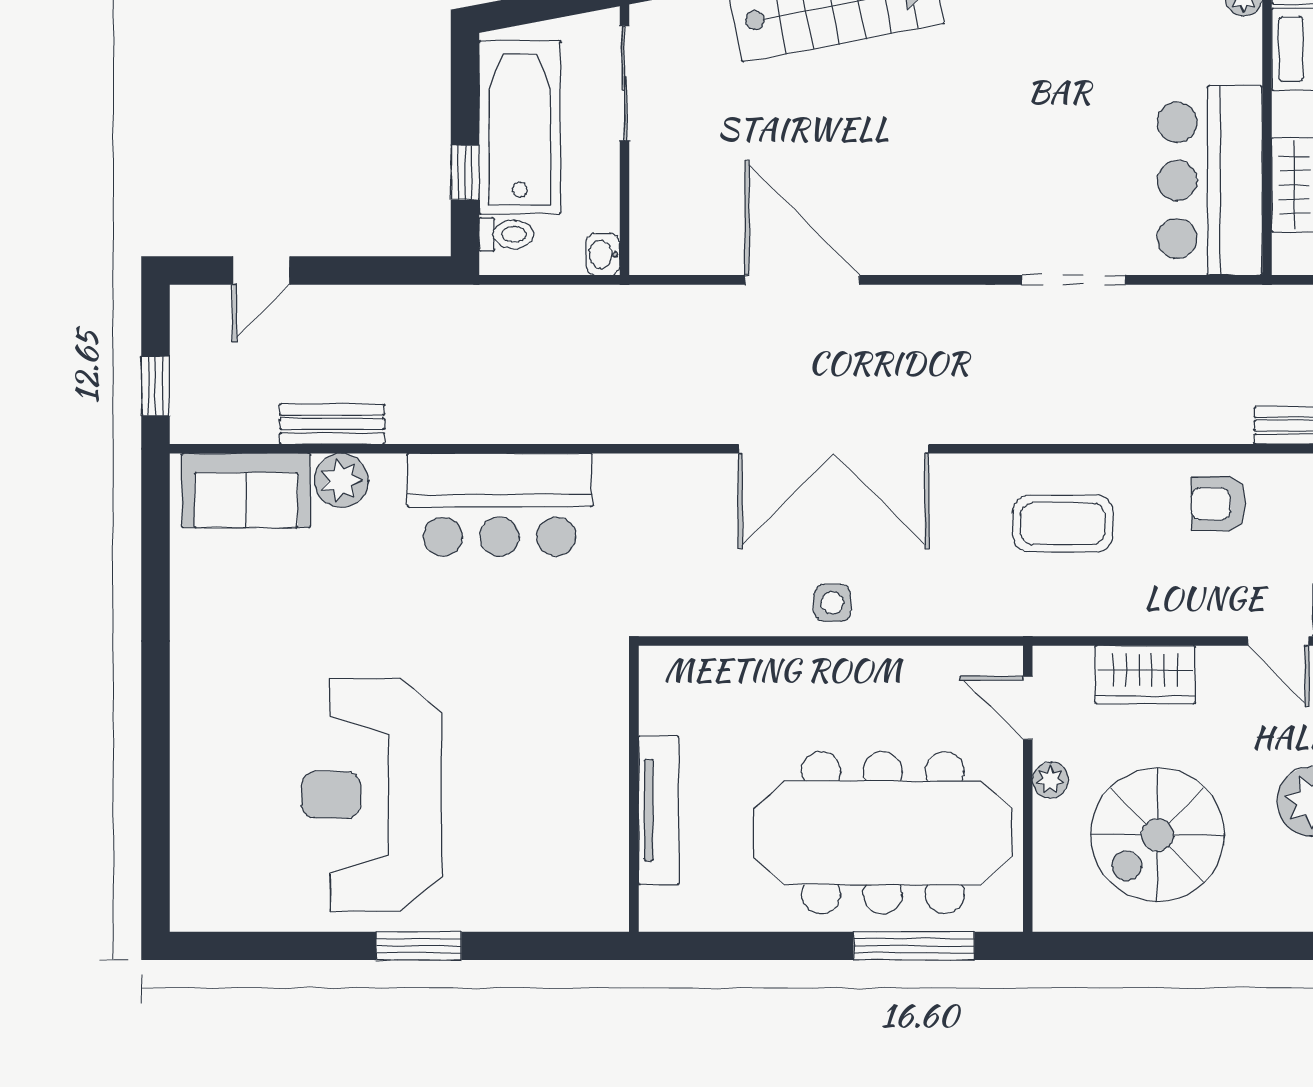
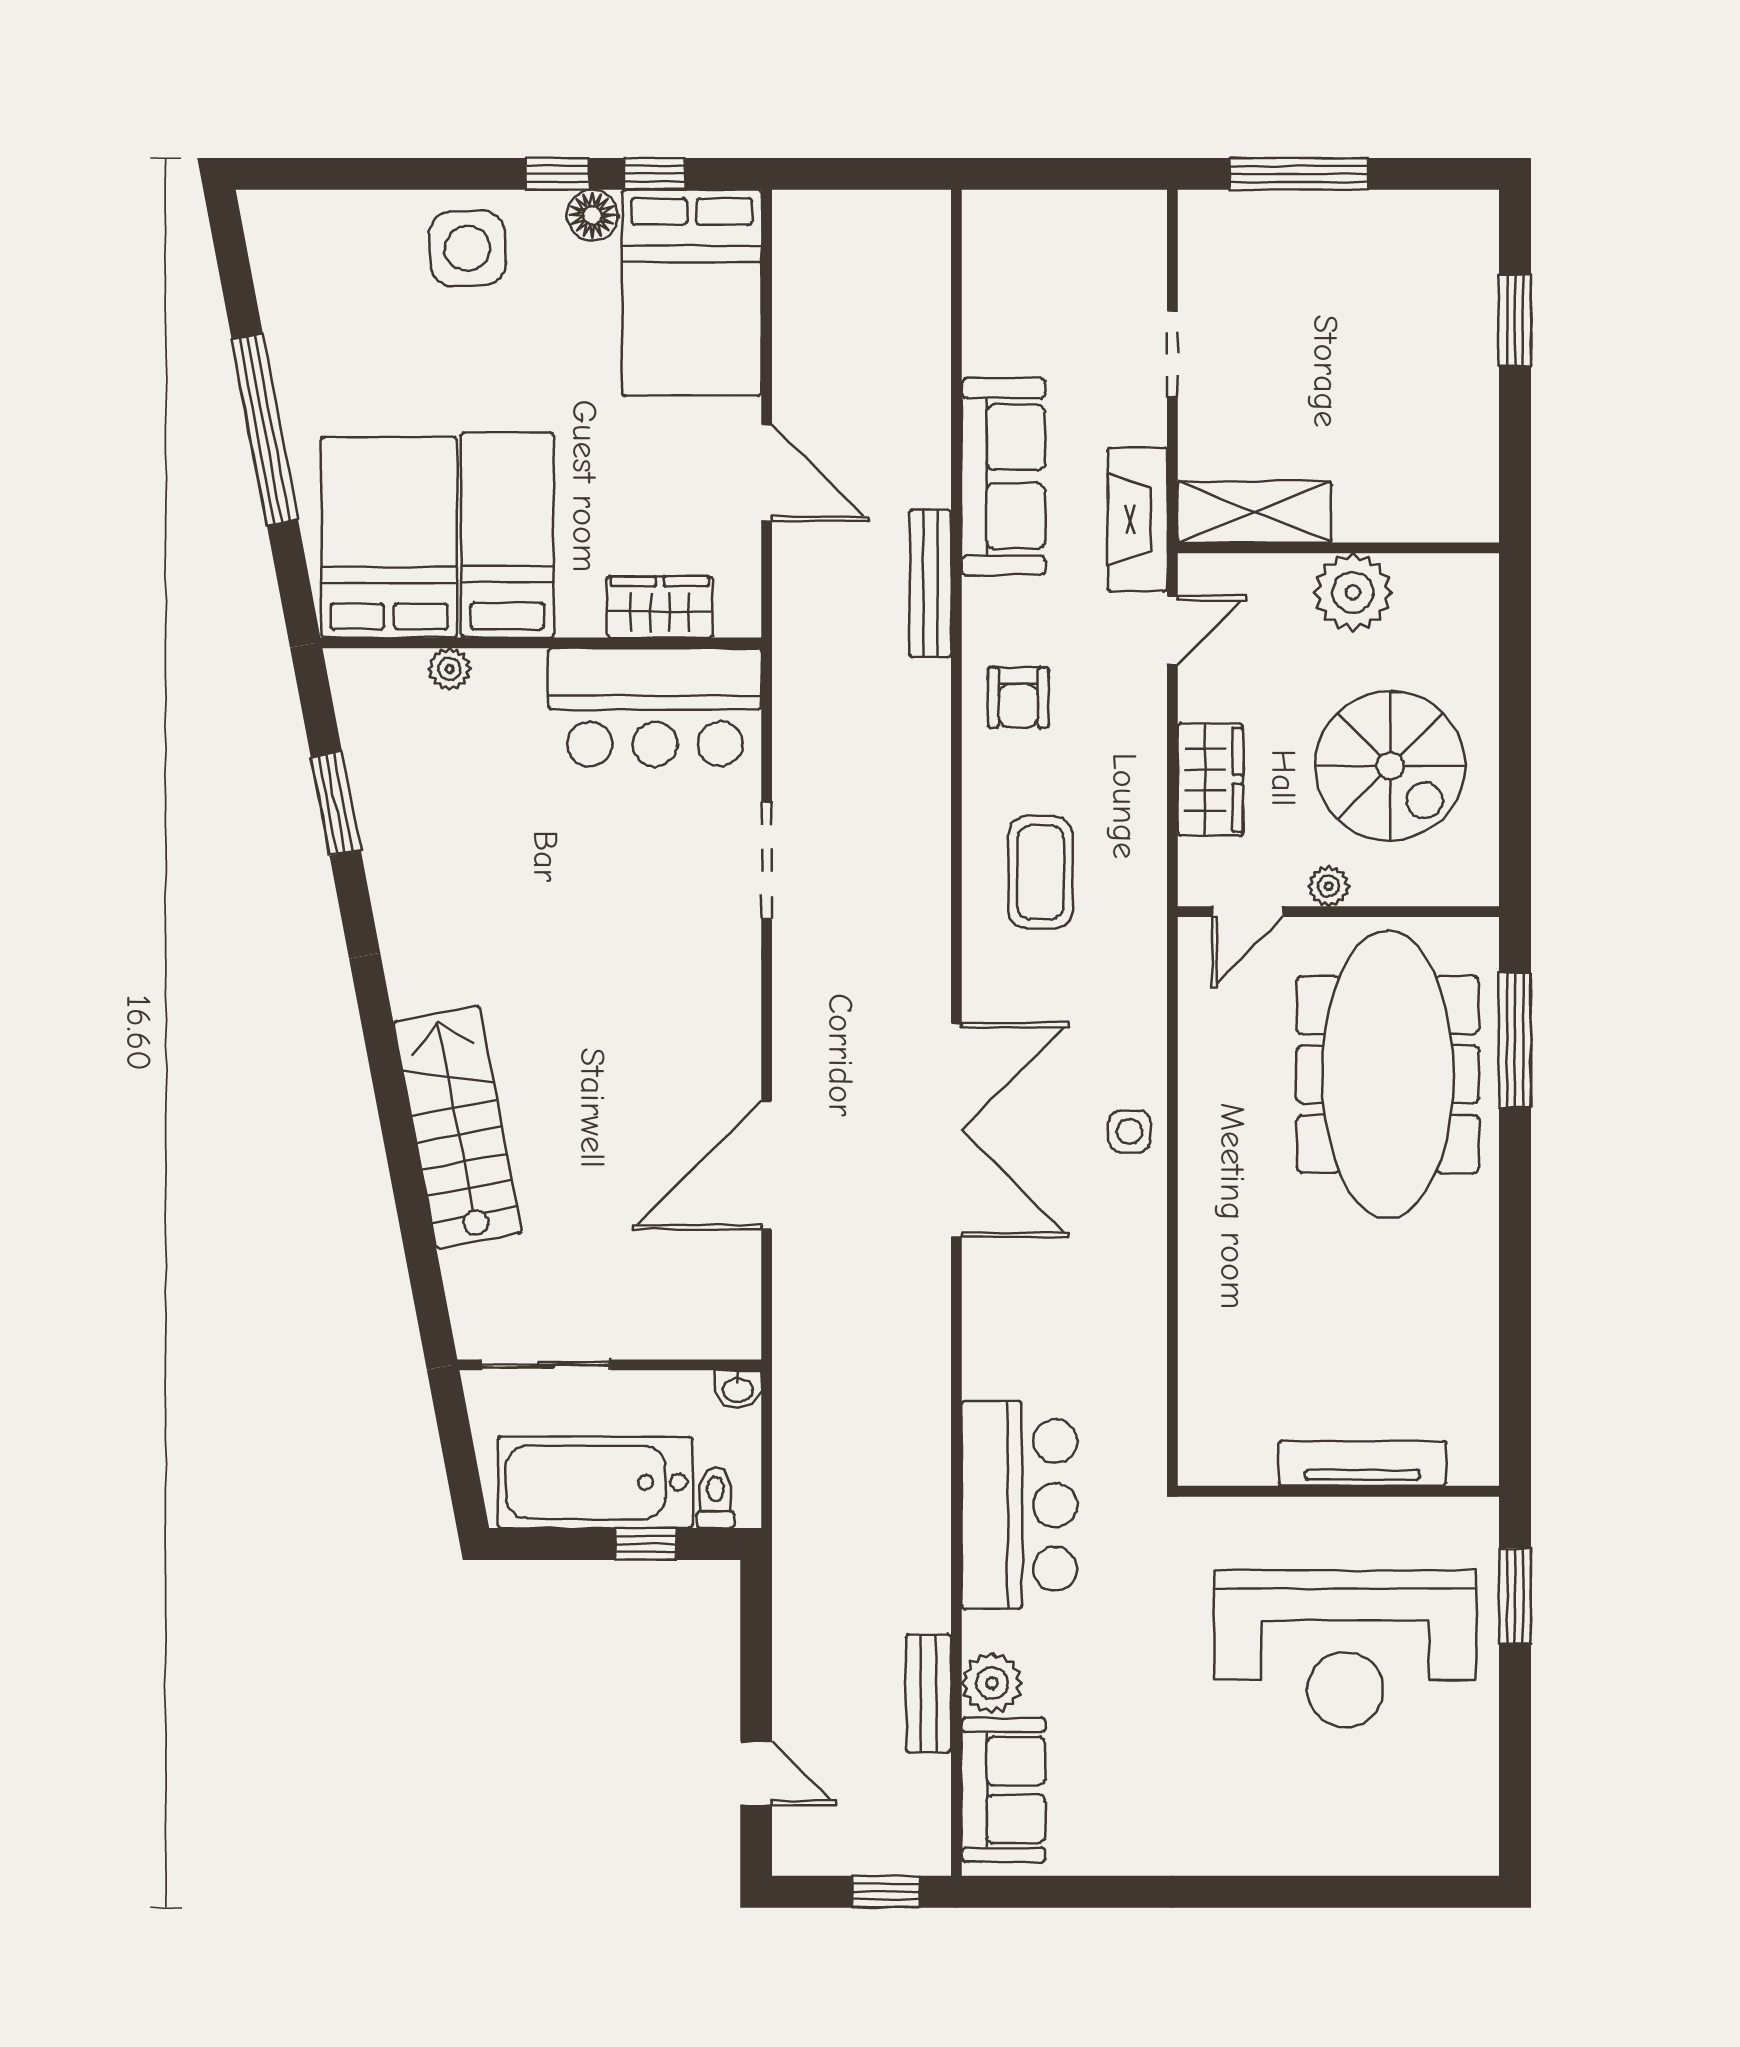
wall: (634, 789) -> (1338, 1491), moved
tv unit: (659, 810) -> (1362, 1463), moved

